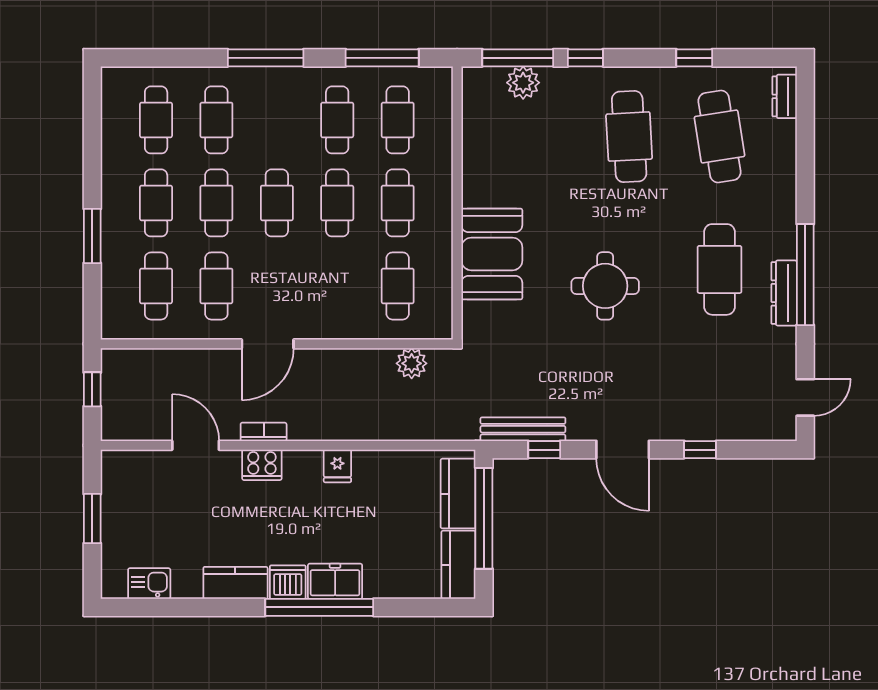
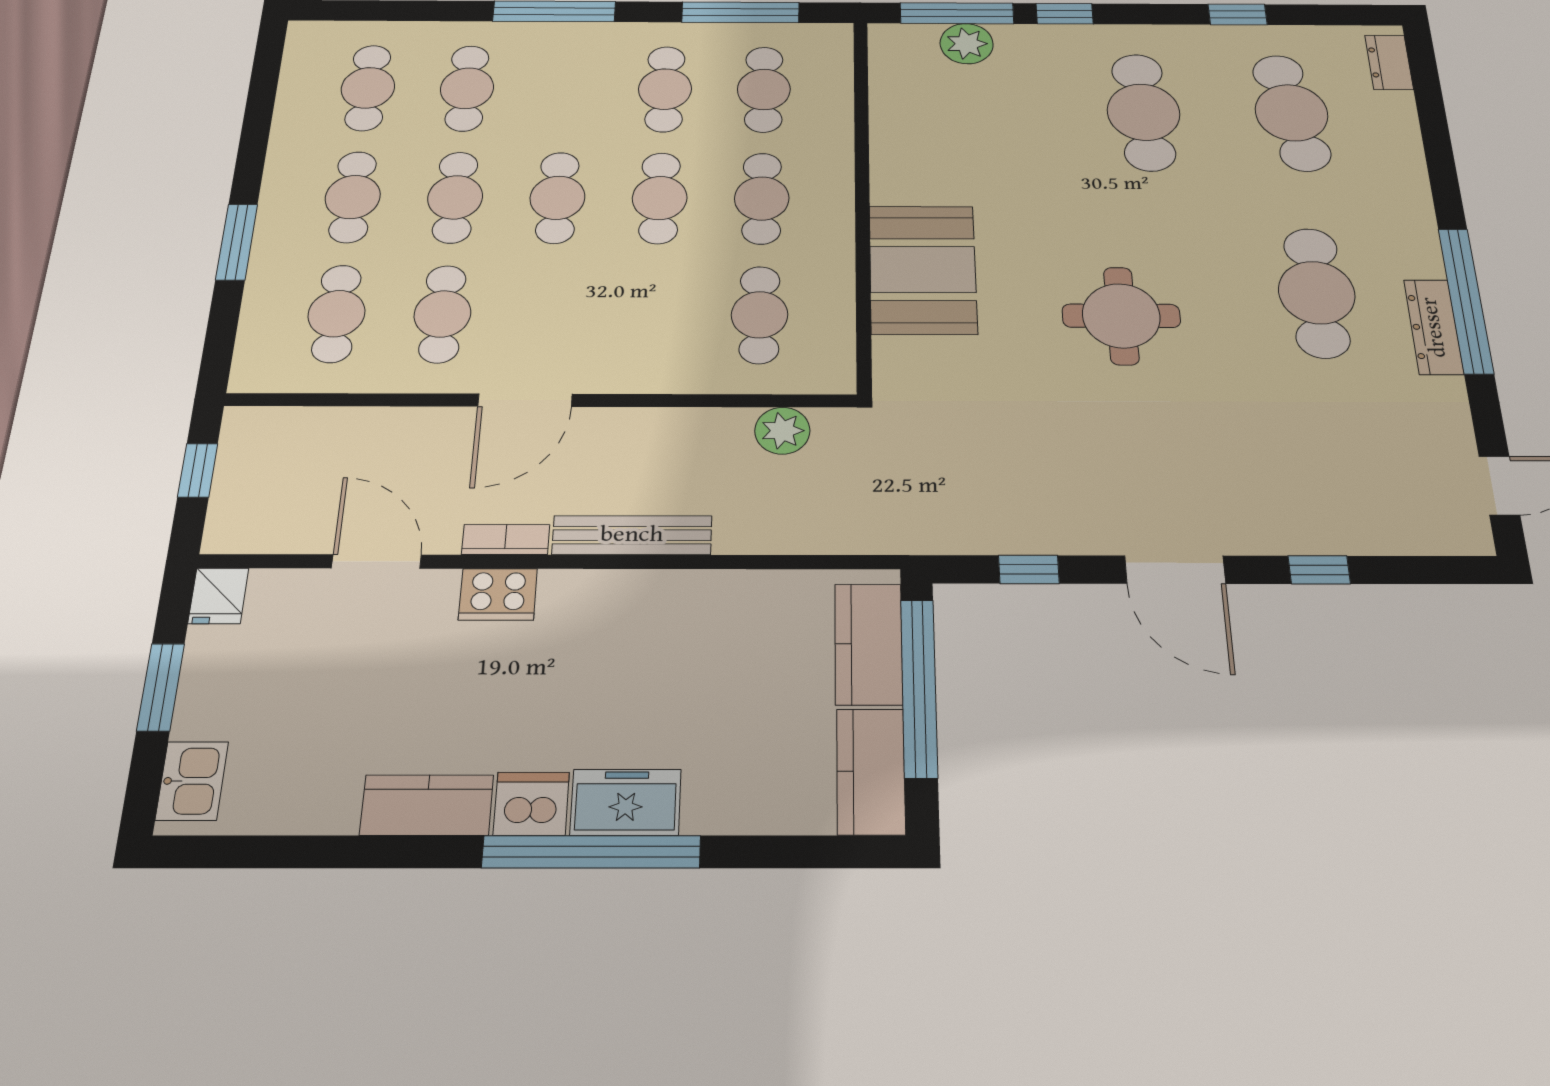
bench: (523, 429) -> (632, 535), moved
fridge: (337, 466) -> (218, 596), moved
kitchen sink: (149, 584) -> (192, 781), moved, turned 90

